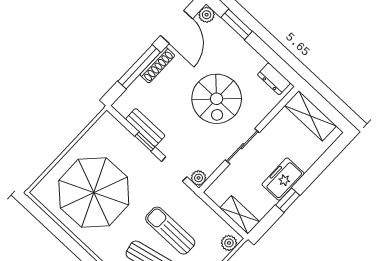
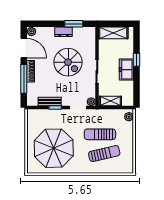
window: (237, 24) -> (74, 24), moved
dresser: (274, 79) -> (63, 32), moved
window: (288, 200) -> (136, 60), moved
shelving: (240, 215) -> (110, 101), moved

